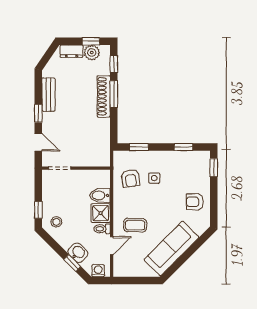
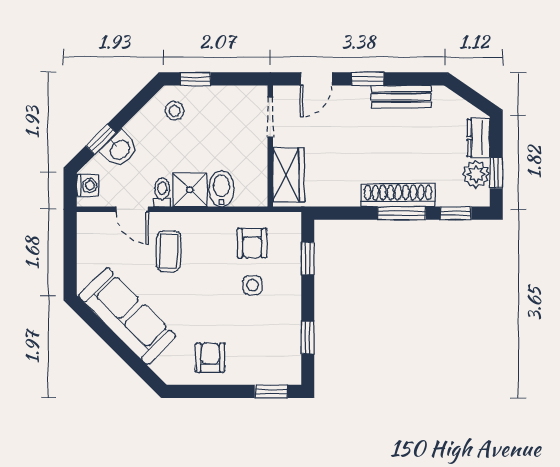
wardrobe: (92, 158) -> (288, 175), added
armchair: (131, 178) -> (252, 243), turned -82

